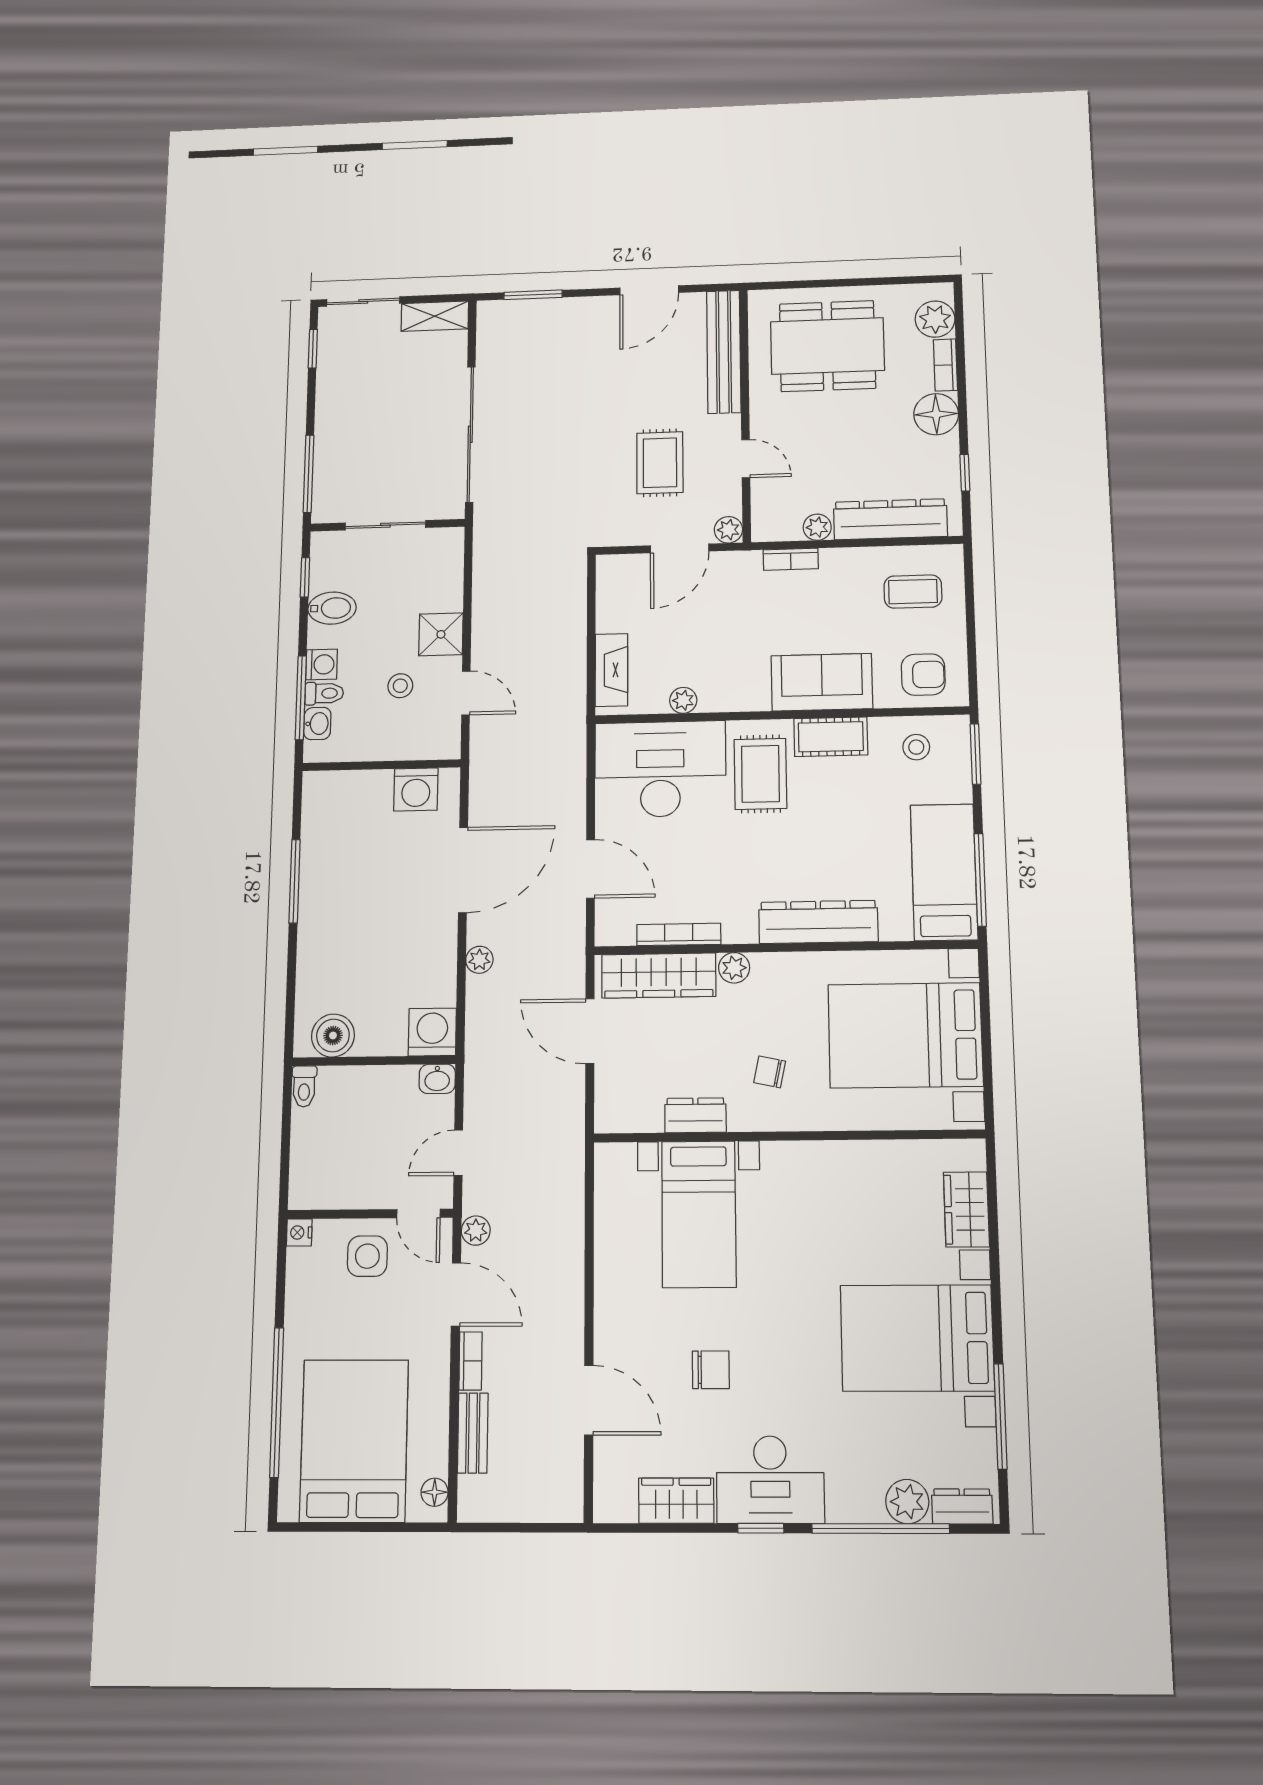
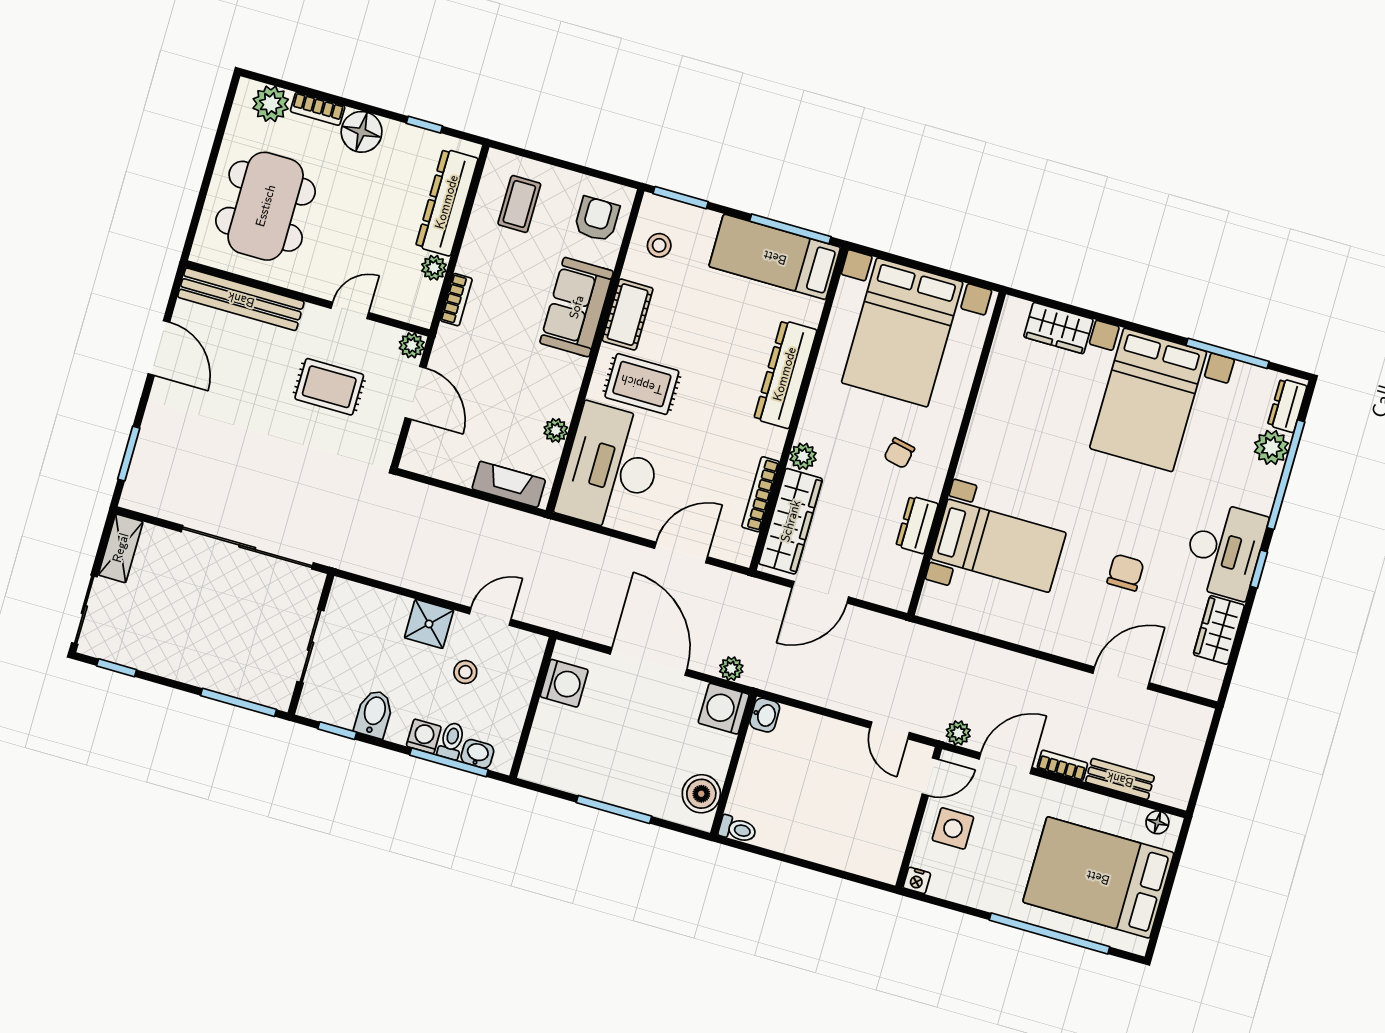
washing machine: (432, 1032) -> (724, 709), moved
boiler: (333, 1036) -> (701, 794), moved
wall: (374, 1061) -> (733, 765), moved
washbasin: (437, 1079) -> (765, 715), moved
toilet: (304, 1086) -> (738, 829), moved

